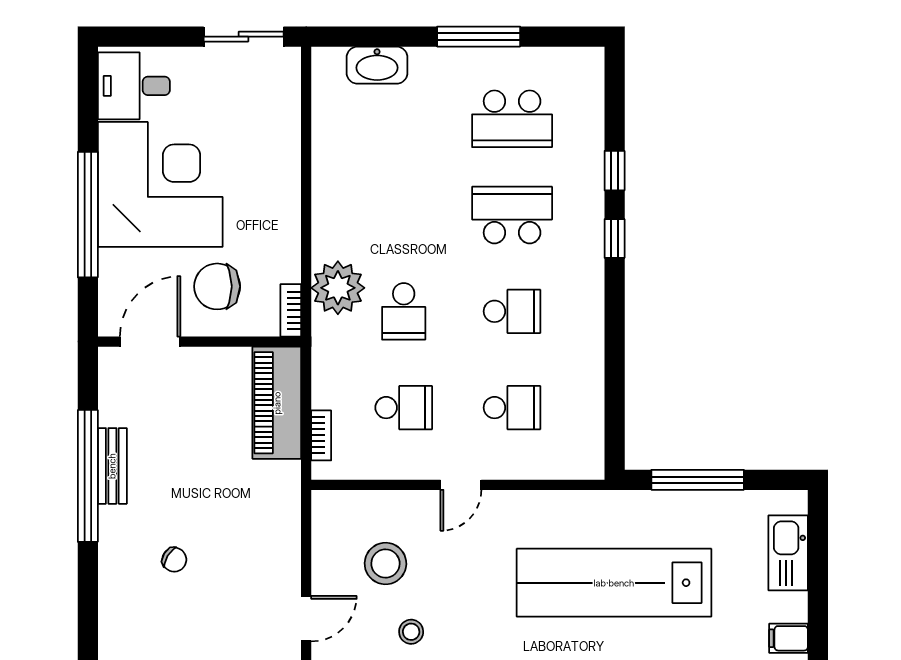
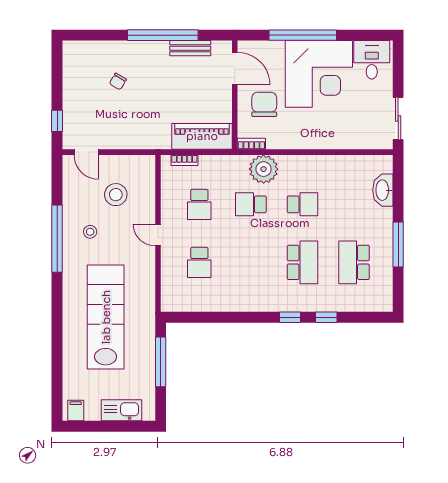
school desk: (512, 311) -> (302, 204), moved, turned -90
bench: (112, 466) -> (190, 48), moved
stool: (411, 632) -> (90, 232), moved

